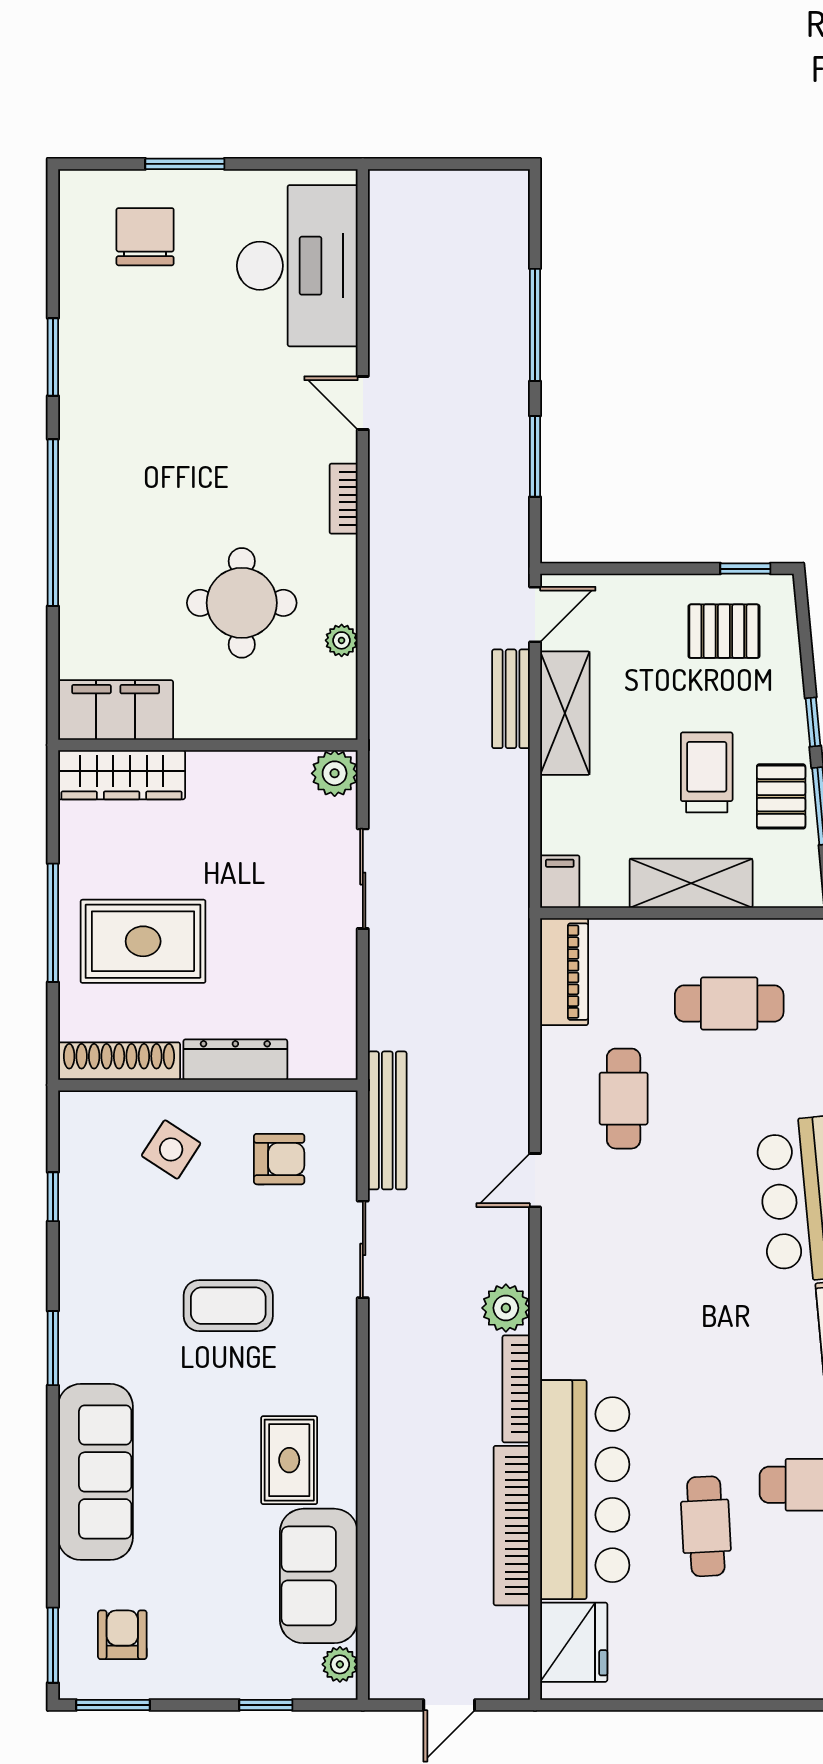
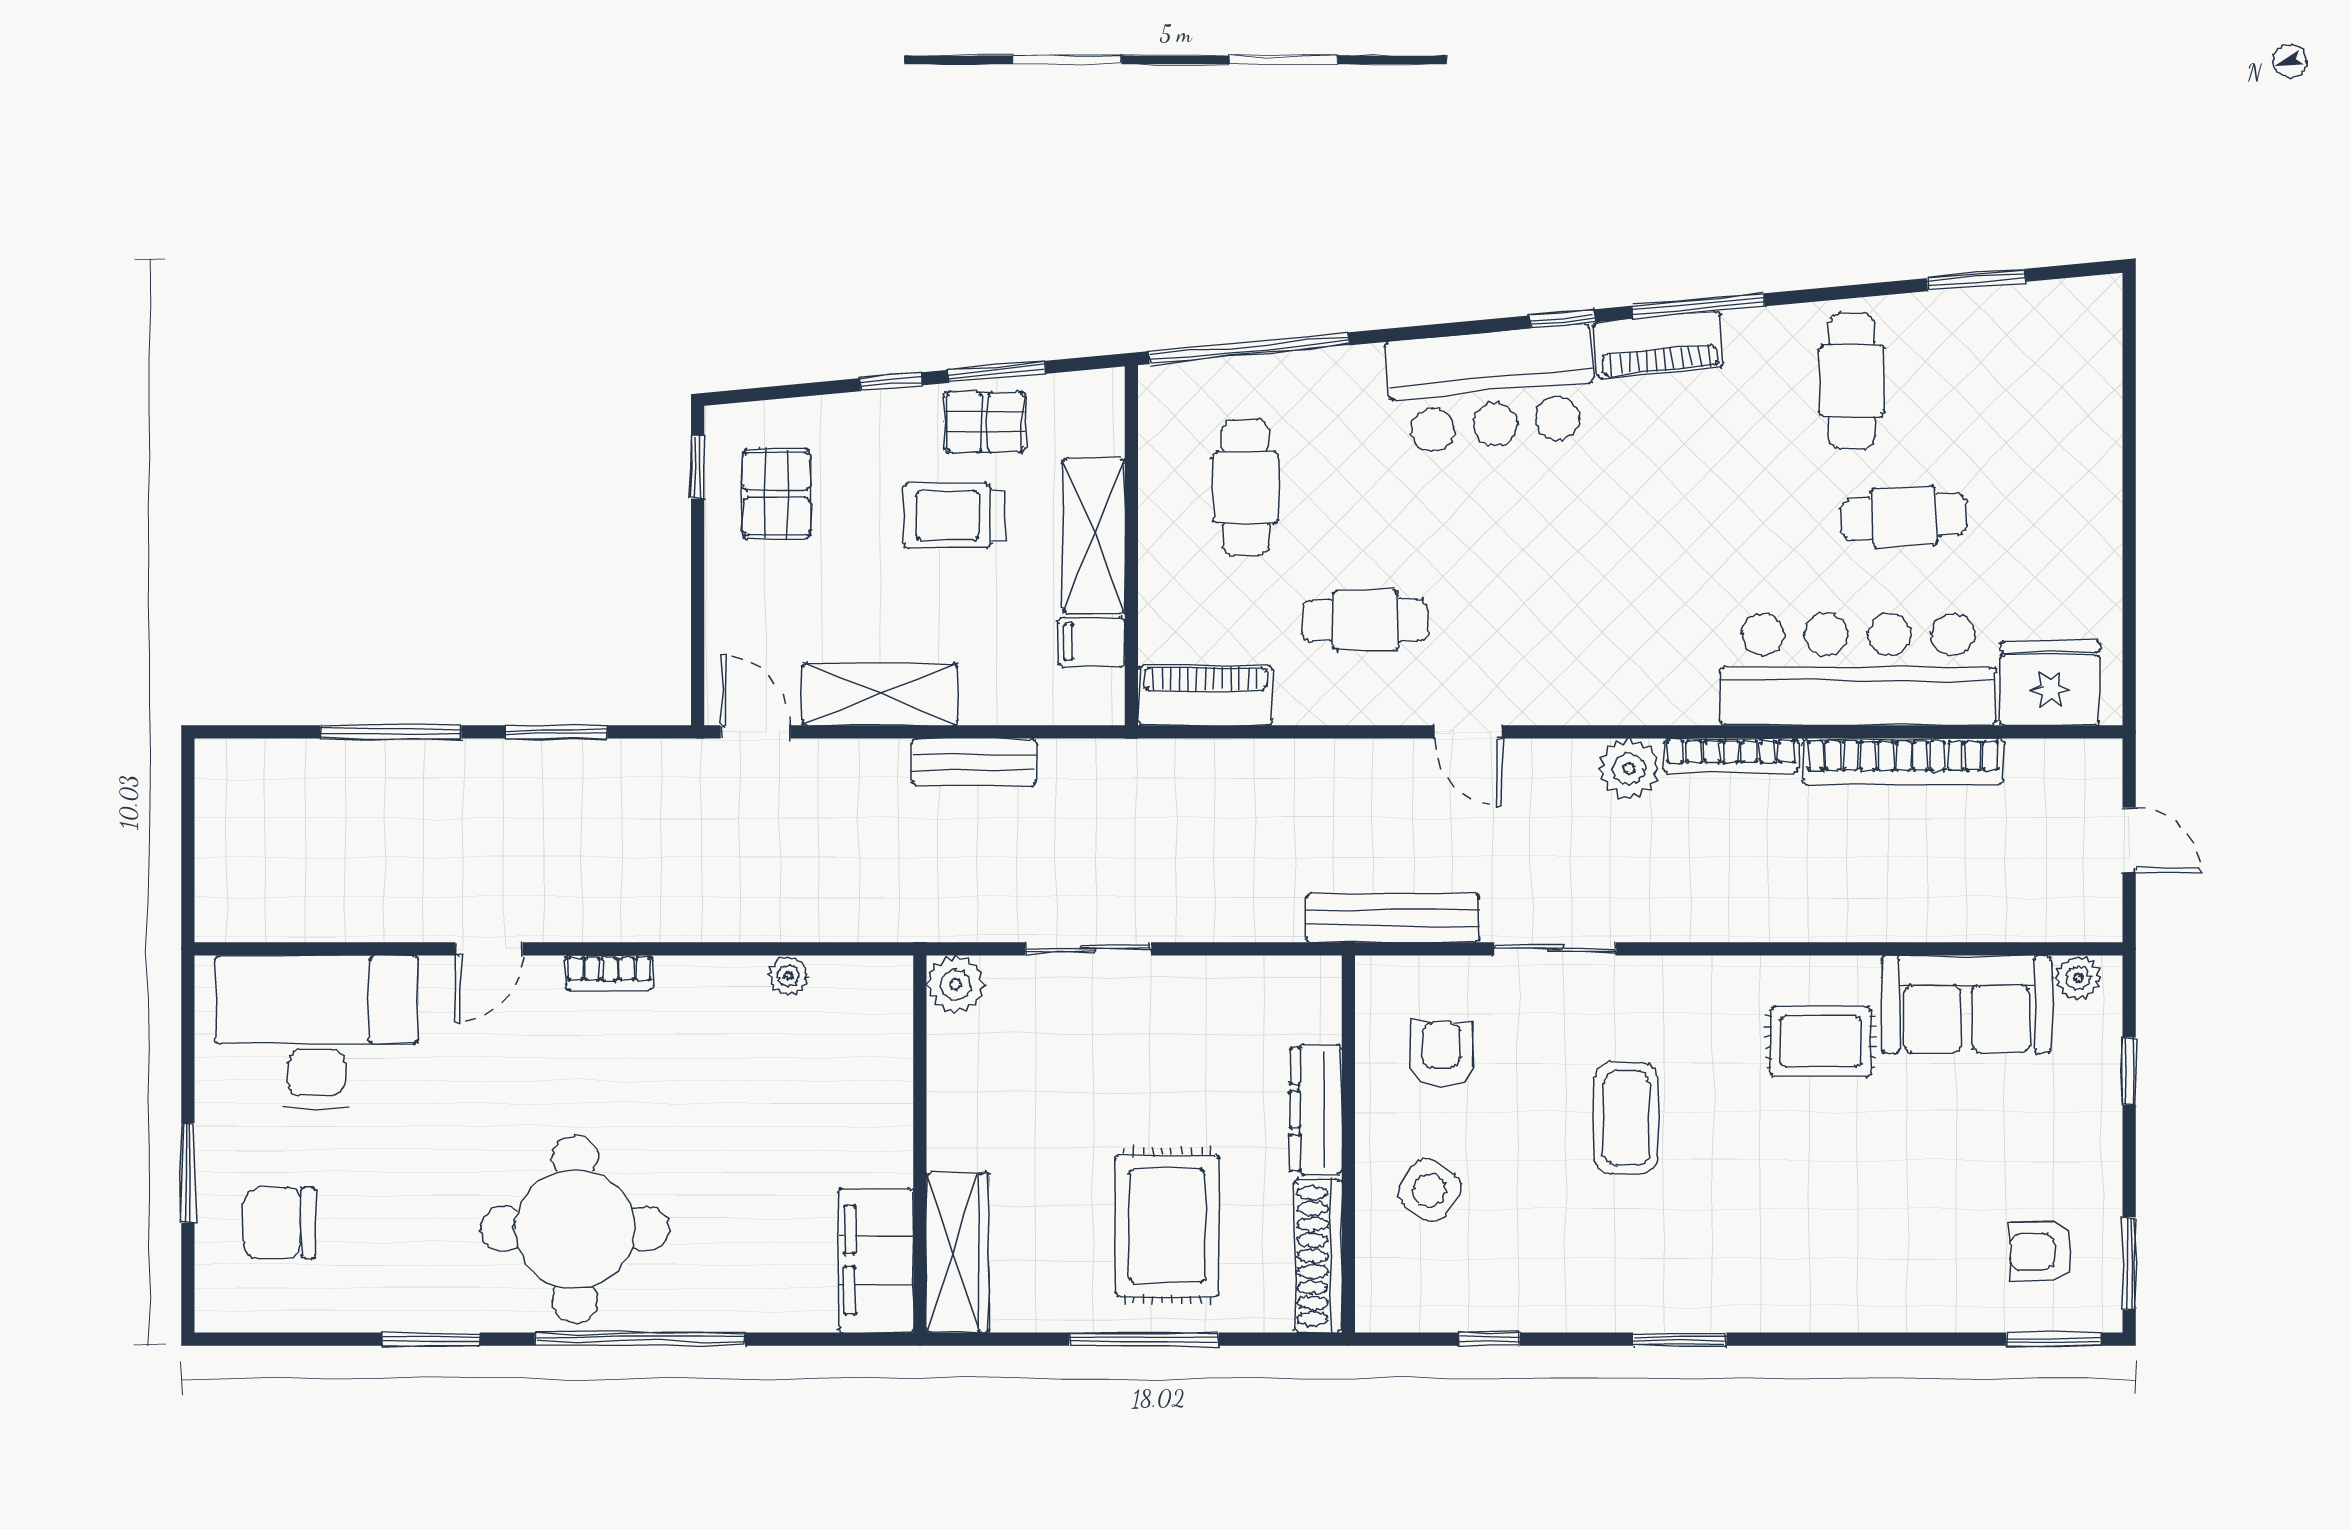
round table: (242, 603) -> (575, 1229), moved, width x1.36, depth x1.36
bench: (511, 699) -> (974, 762), moved
filing cabinet: (560, 882) -> (1092, 642), moved
sofa: (95, 1472) -> (1836, 1286), removed

